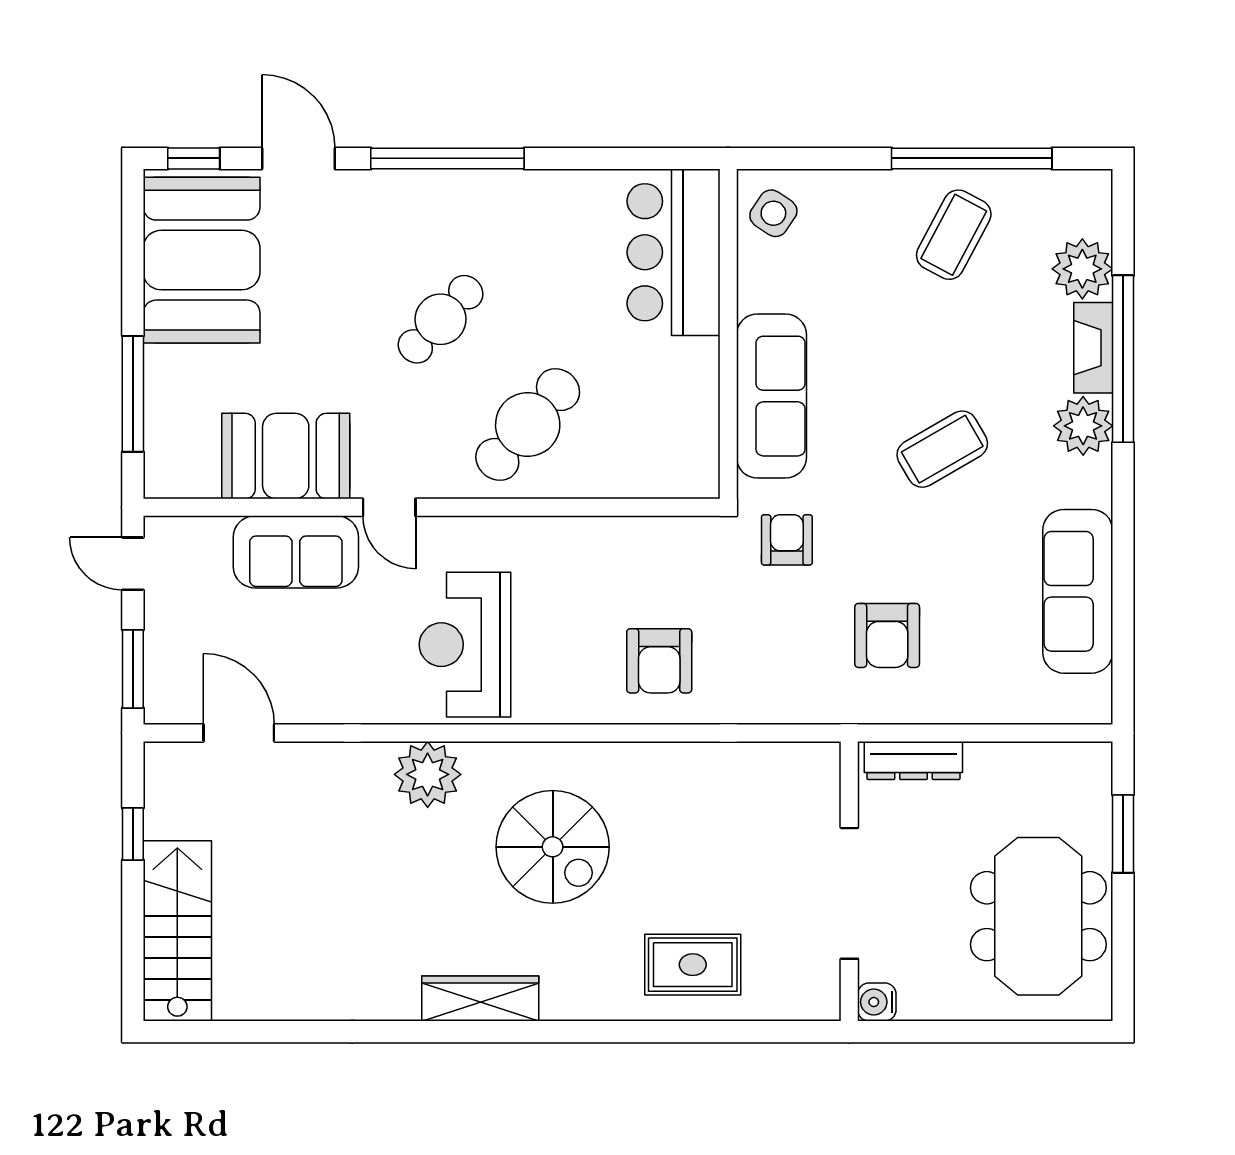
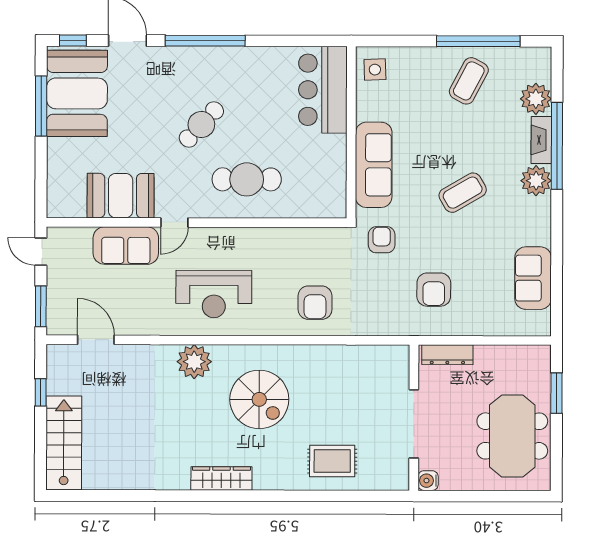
side table: (773, 213) -> (375, 70), turned -36
window: (133, 394) -> (41, 106), moved
cafe table: (528, 425) -> (247, 179), turned 49
door: (389, 507) -> (174, 222), hinge flipped
sofa: (1078, 591) -> (533, 278), width x0.73
reception desk: (465, 645) -> (214, 294), turned -90

